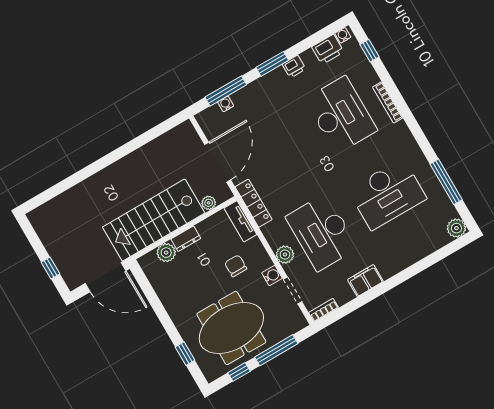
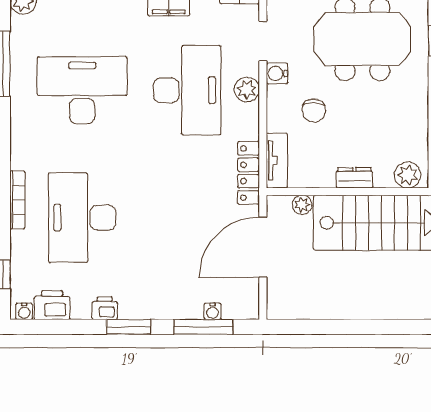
plant: (166, 253) -> (408, 175), moved

